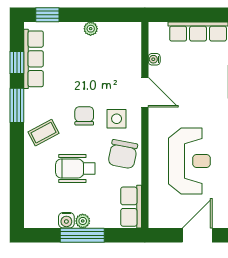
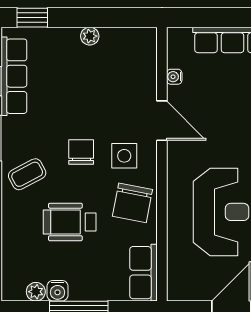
plant: (83, 221) -> (36, 292), moved

